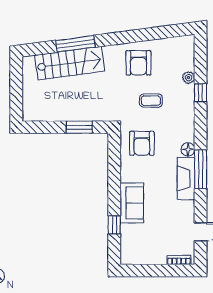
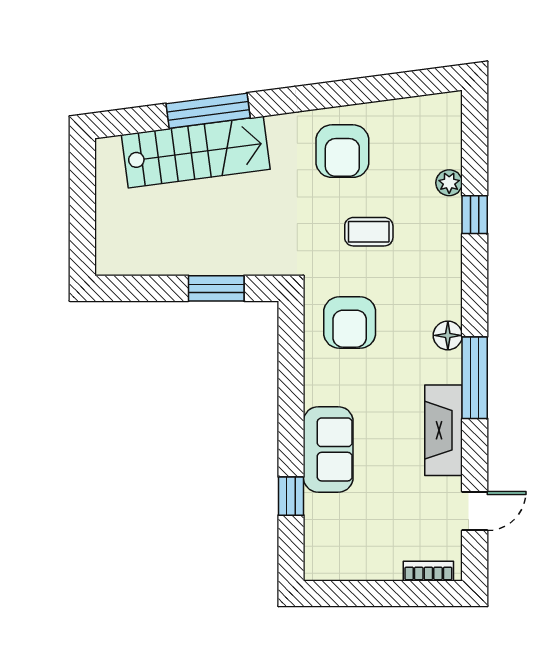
fireplace: (186, 179) -> (444, 430), moved

